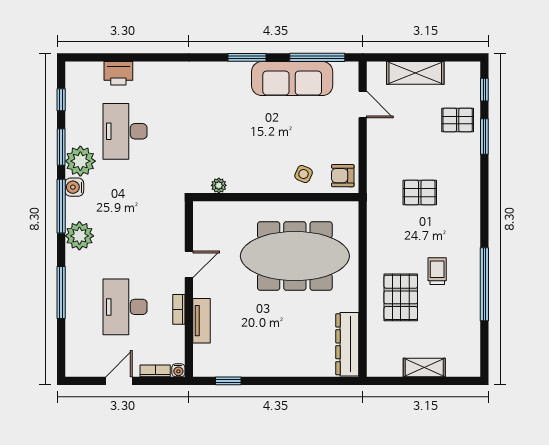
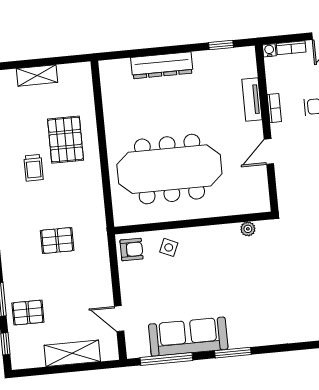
dresser: (347, 344) -> (162, 65), moved, turned 90

